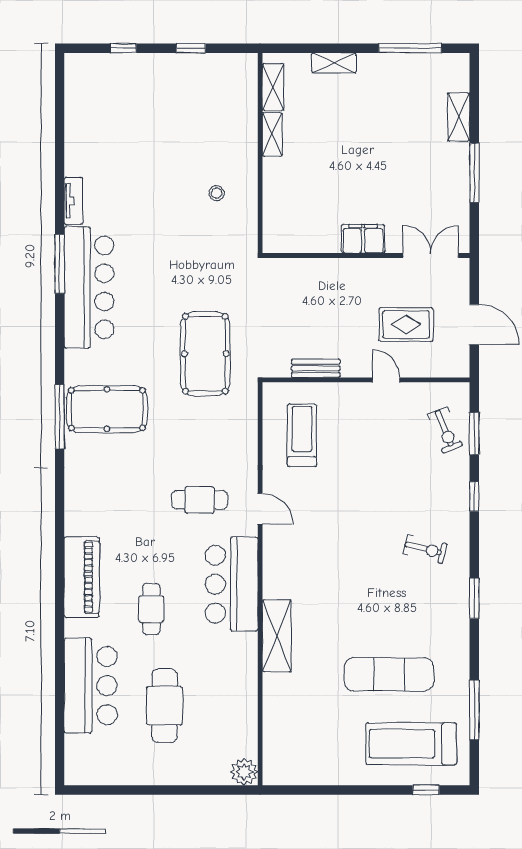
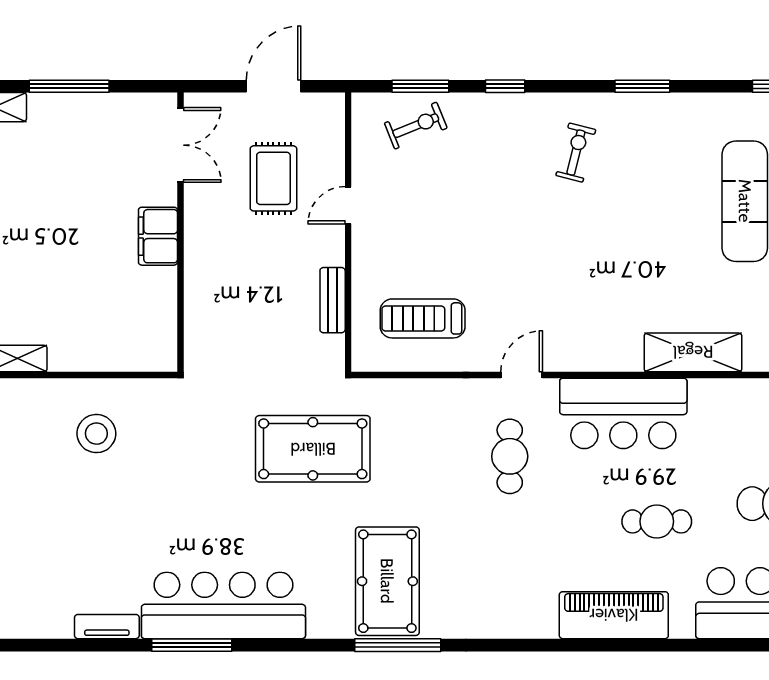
stool: (217, 193) -> (96, 434), width x1.89, depth x1.89
double door: (431, 256) -> (180, 145), swing flipped

